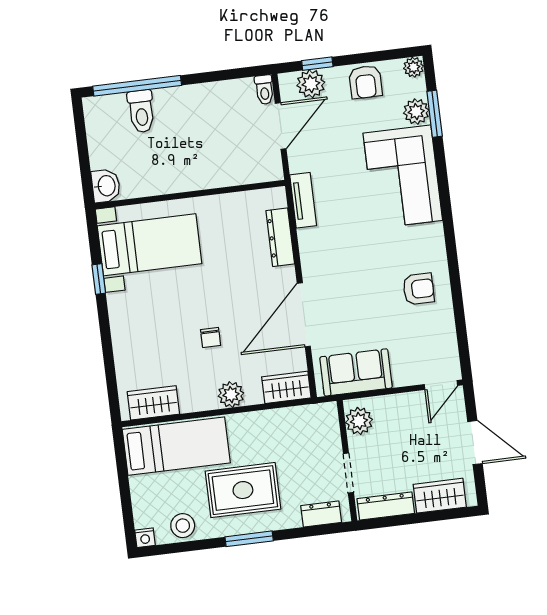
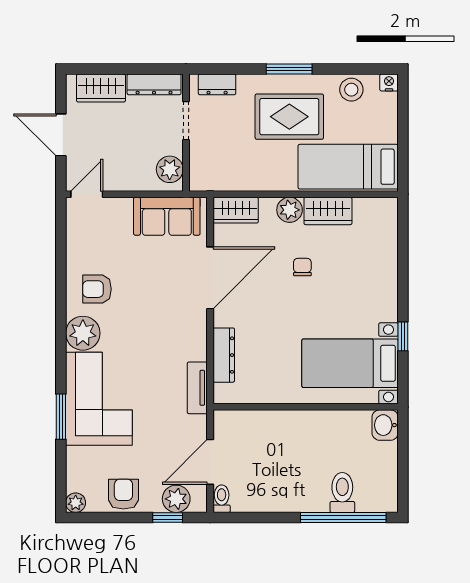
plant: (416, 112) -> (83, 333), moved, width x1.36, depth x1.36
window: (435, 114) -> (61, 417), moved
wardrobe: (153, 403) -> (328, 211), moved

